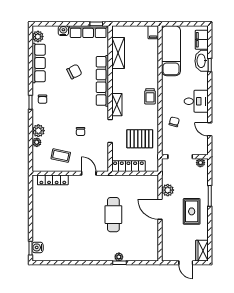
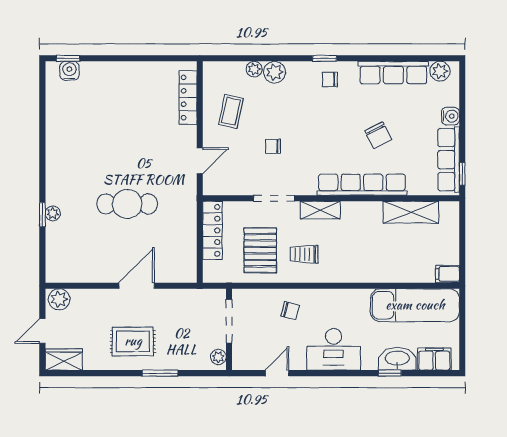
trolley: (150, 96) -> (304, 254), moved
desk: (196, 101) -> (333, 349), width x1.37
plant: (168, 190) -> (59, 299), moved

